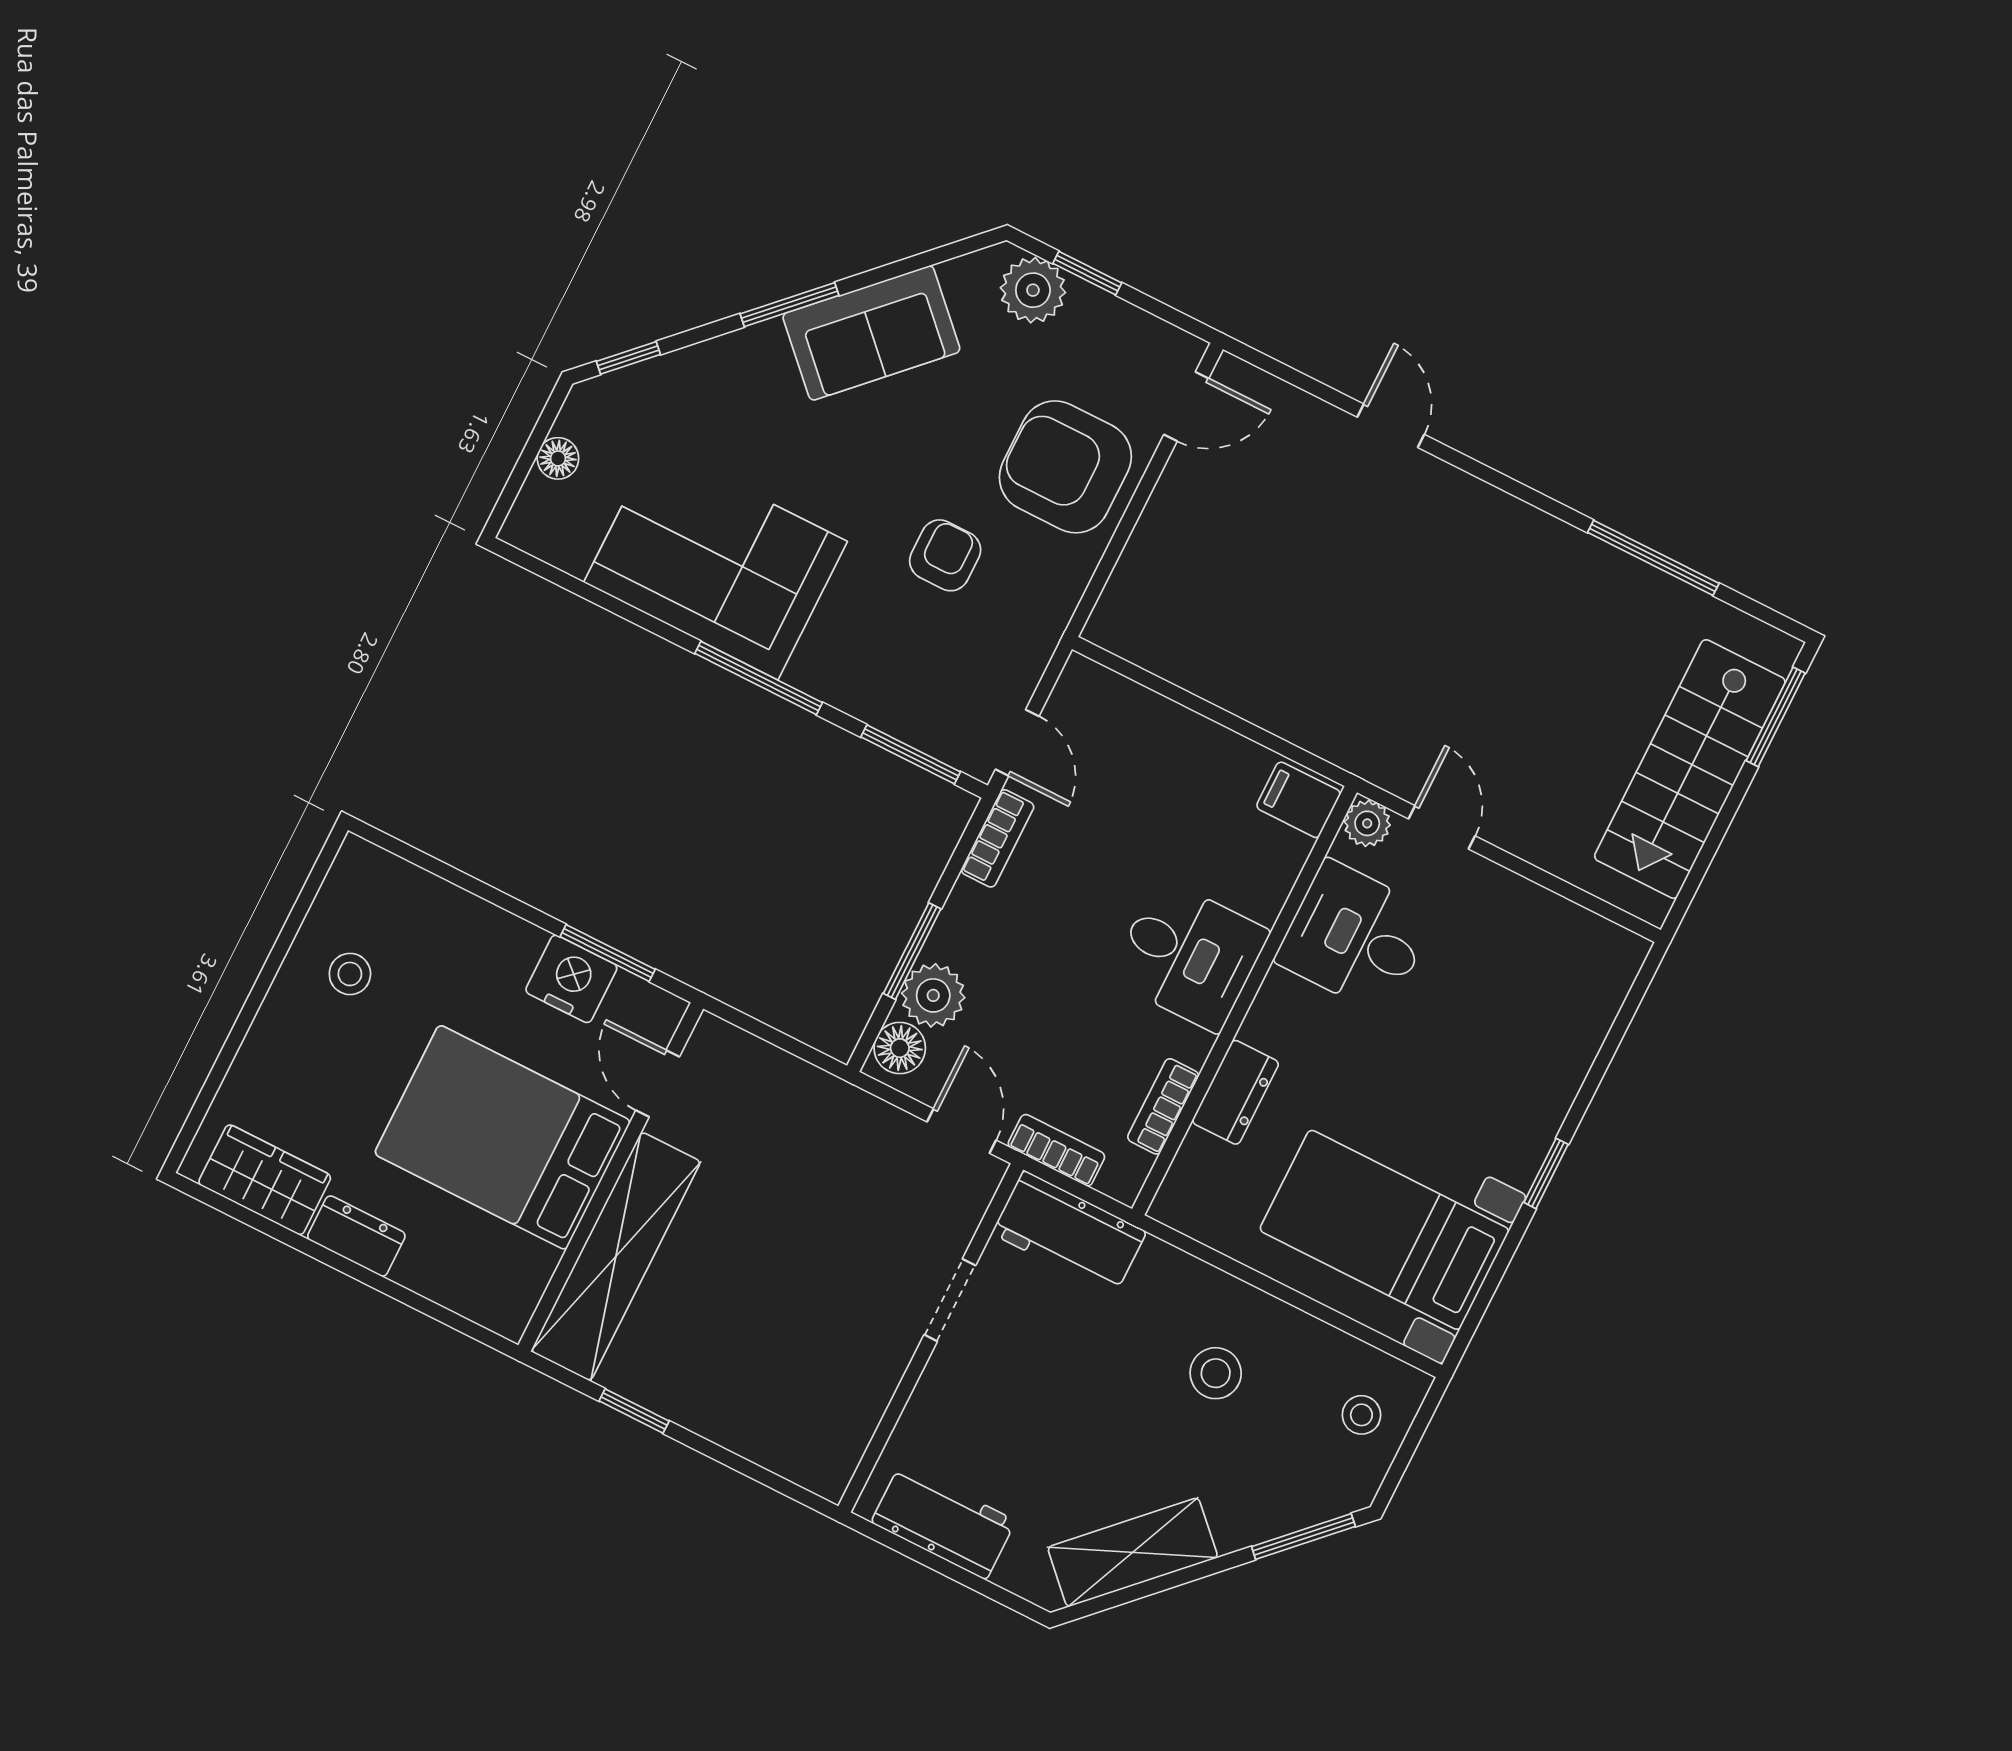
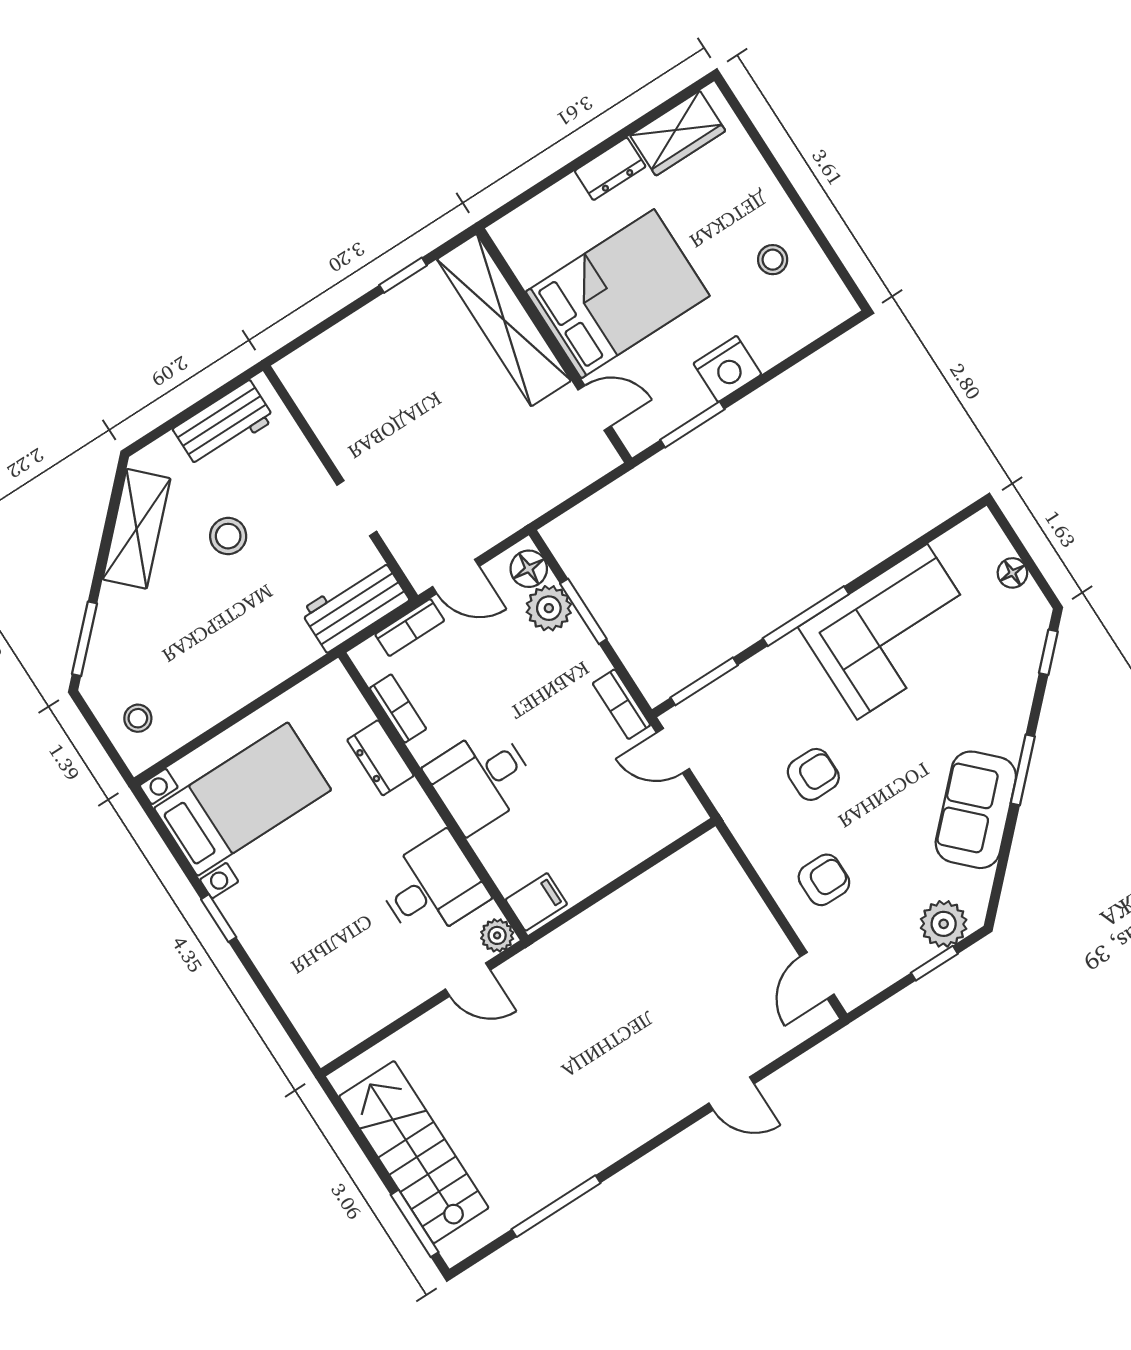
armchair: (1065, 467) -> (824, 880), width x0.53, depth x0.53
armchair: (945, 555) -> (813, 774), turned -90
nightstand: (571, 979) -> (727, 369), moved
stool: (1216, 1373) -> (228, 536), moved

